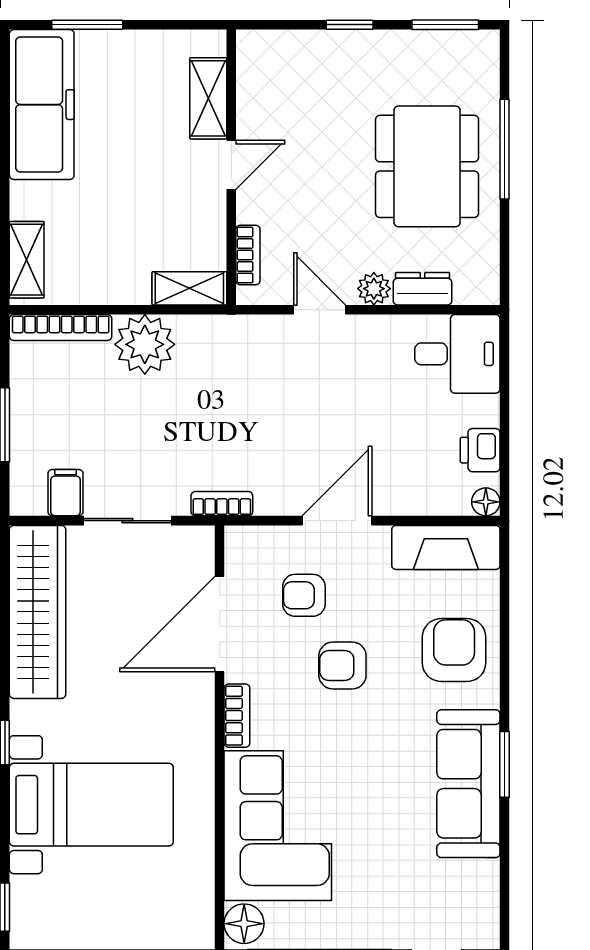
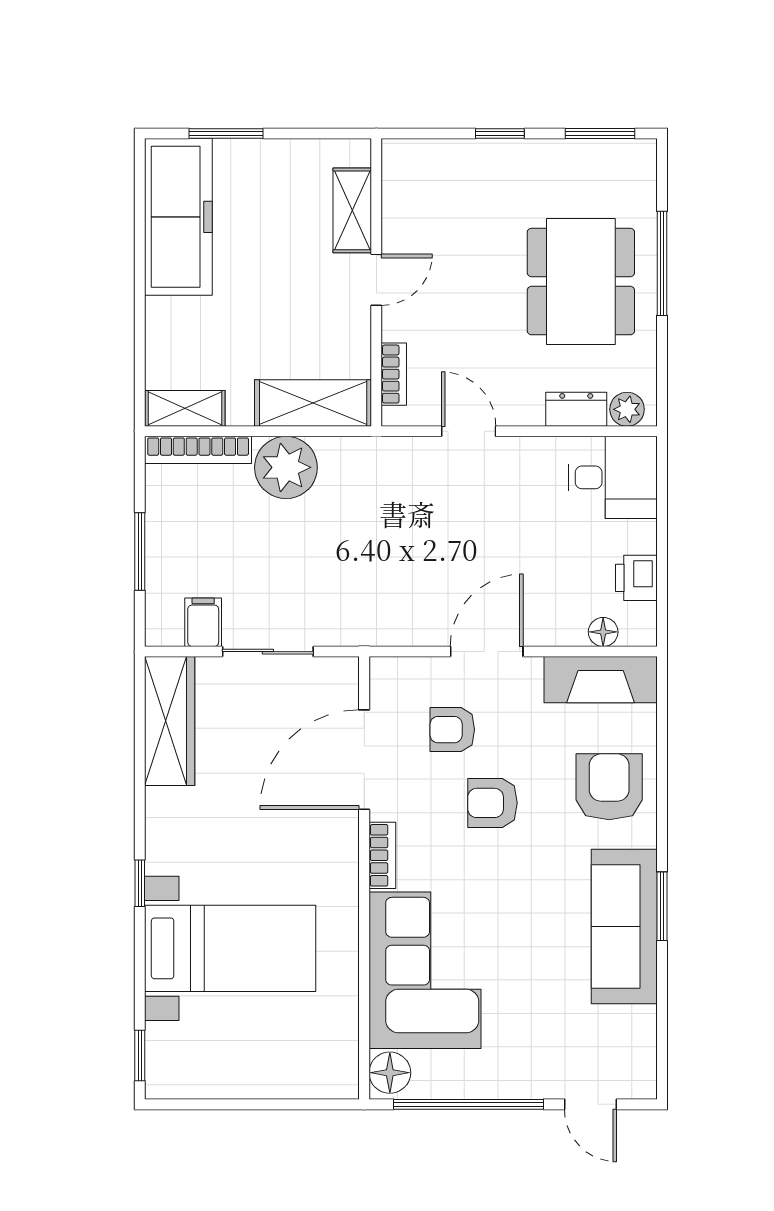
shelving: (27, 260) -> (185, 408), moved, turned 90
shelving: (189, 288) -> (313, 403), width x1.50, depth x1.33
plant: (374, 289) -> (627, 409), moved
floor lamp: (486, 502) -> (603, 632), moved
bookcase: (222, 504) -> (367, 634), removed
wardrobe: (38, 612) -> (170, 721), width x0.71, depth x0.85

